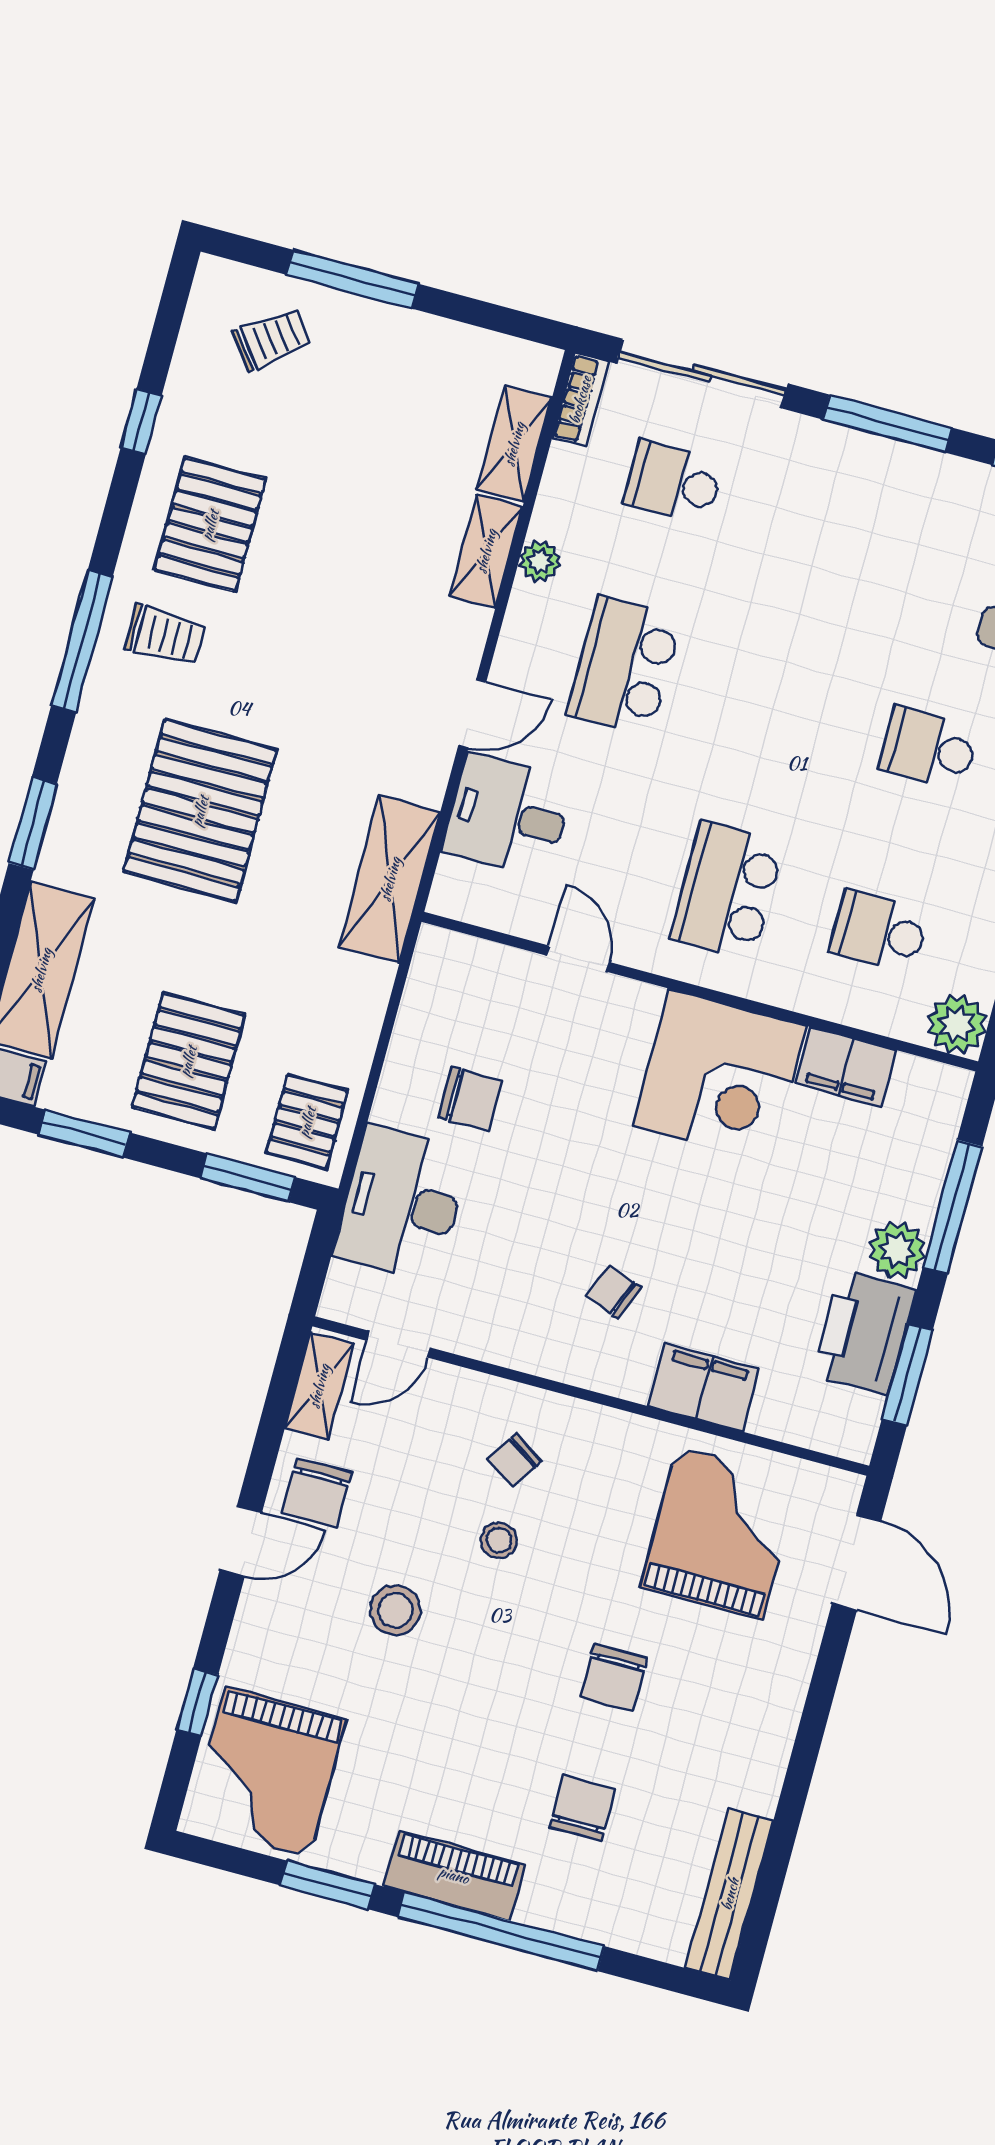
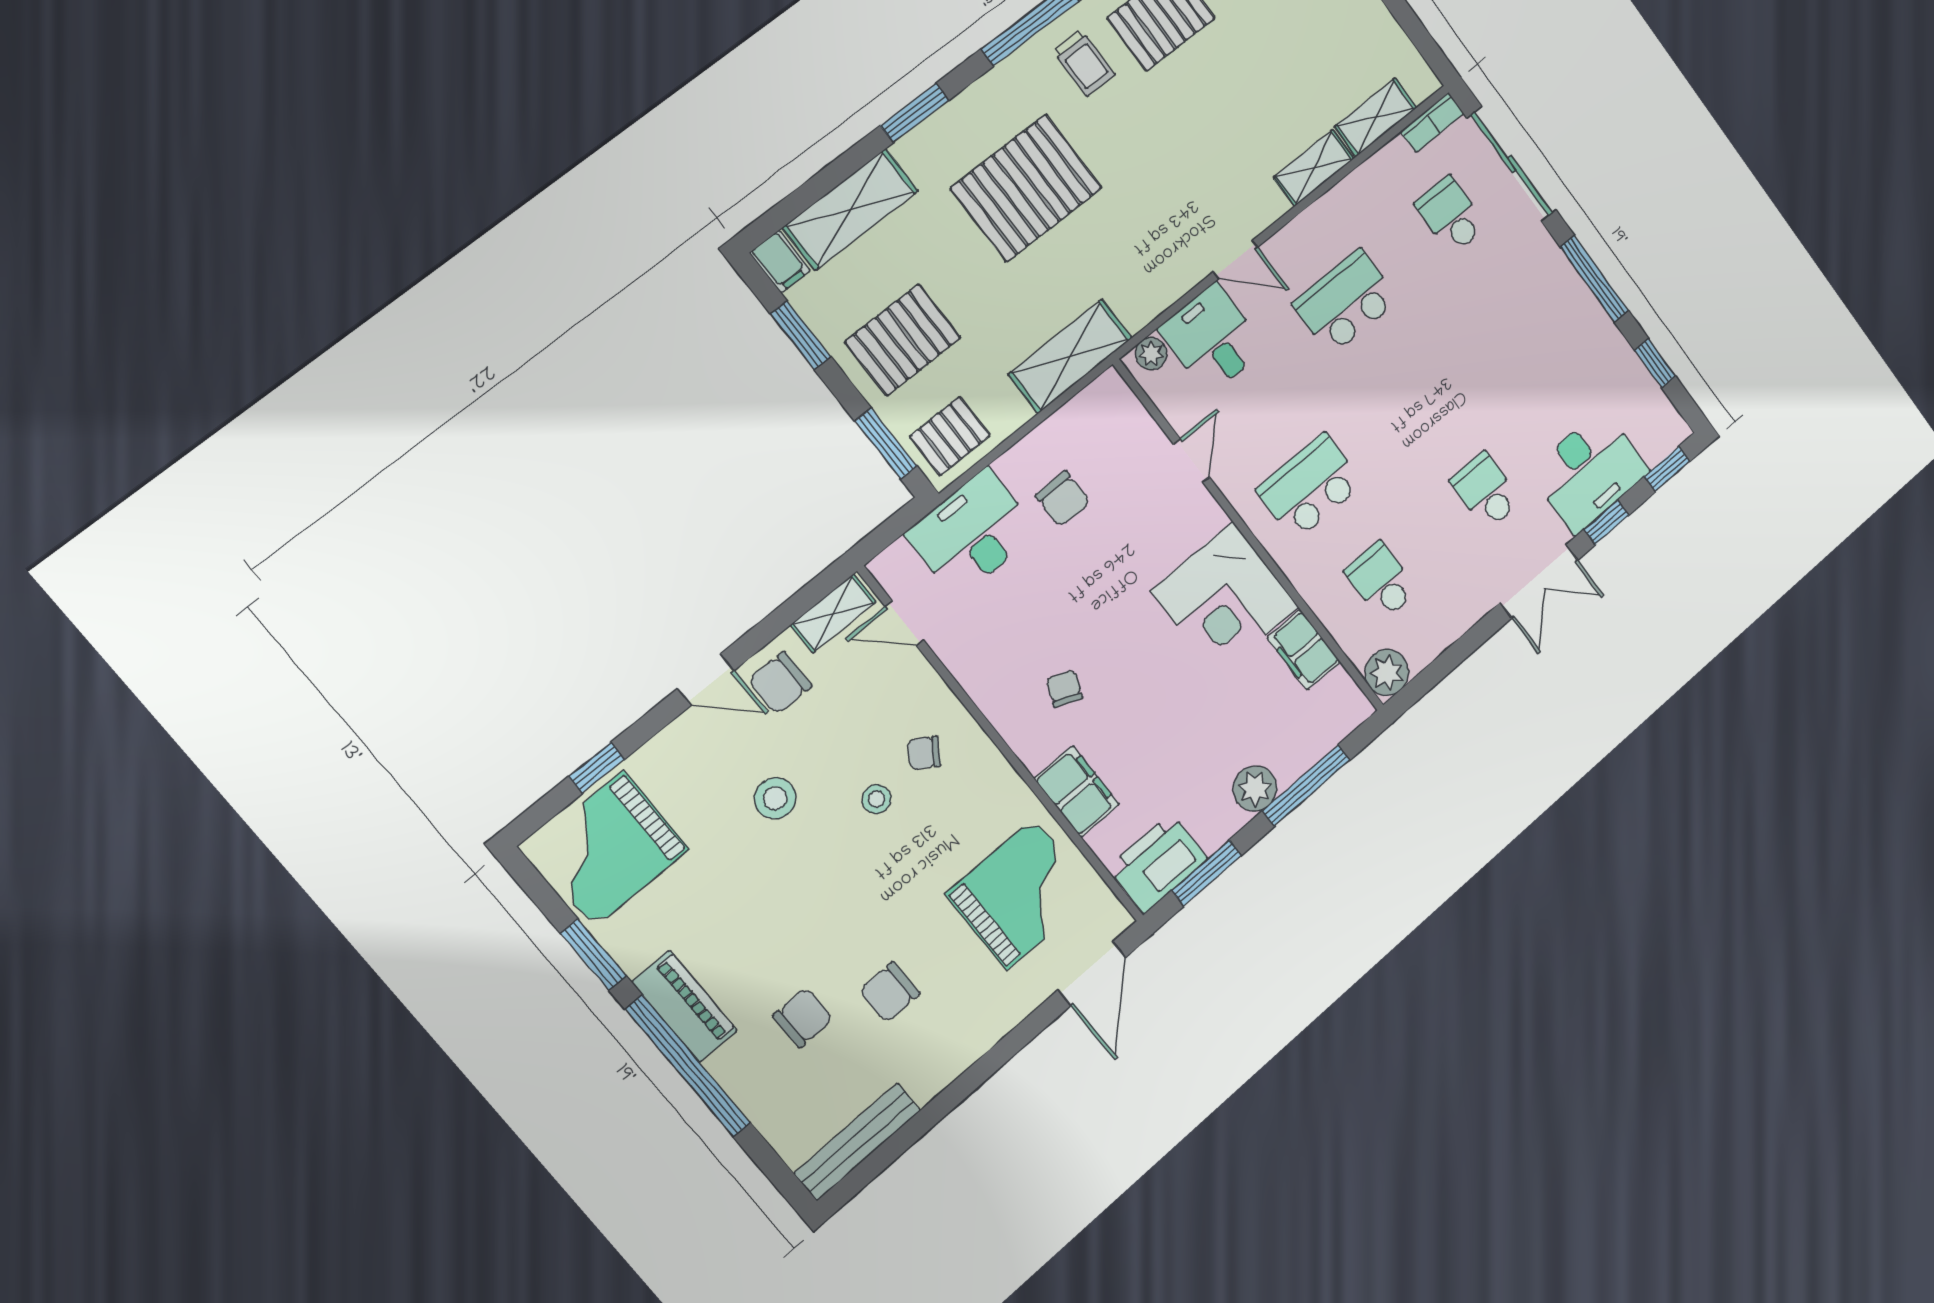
plant: (540, 561) -> (1151, 354), moved
shelving: (390, 879) -> (1070, 356), moved
printer: (864, 1332) -> (1158, 863), moved
chair: (614, 1677) -> (889, 992), moved

